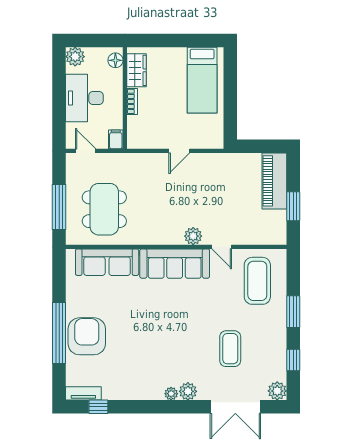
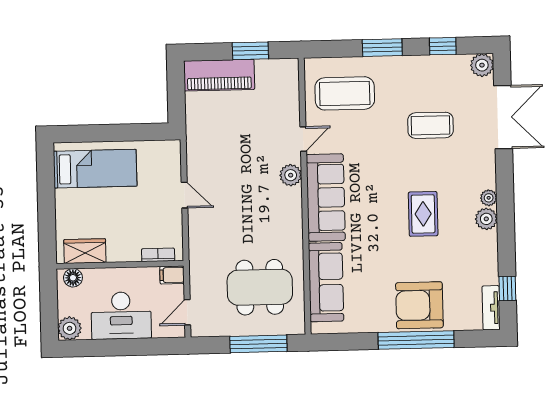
bookcase: (132, 101) -> (158, 255), moved
rug: (160, 341) -> (423, 214), added
plant: (188, 391) -> (486, 219), moved

